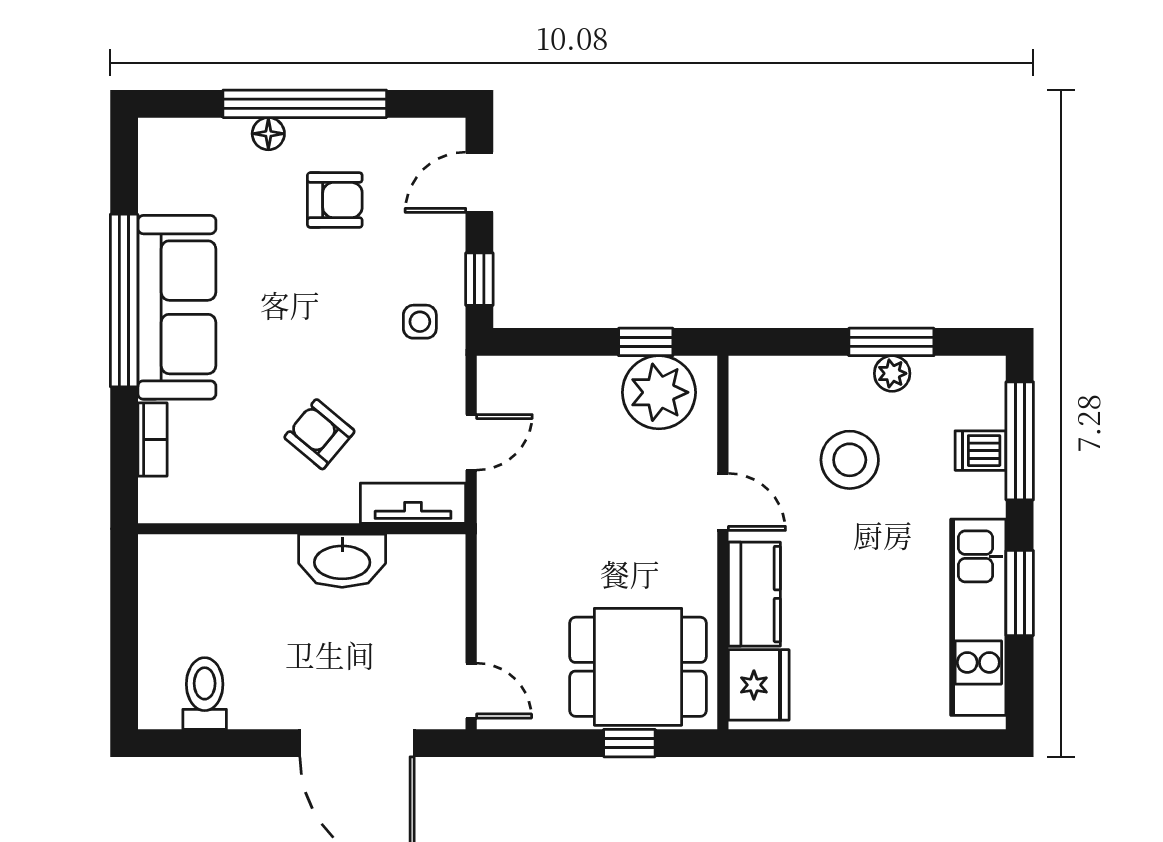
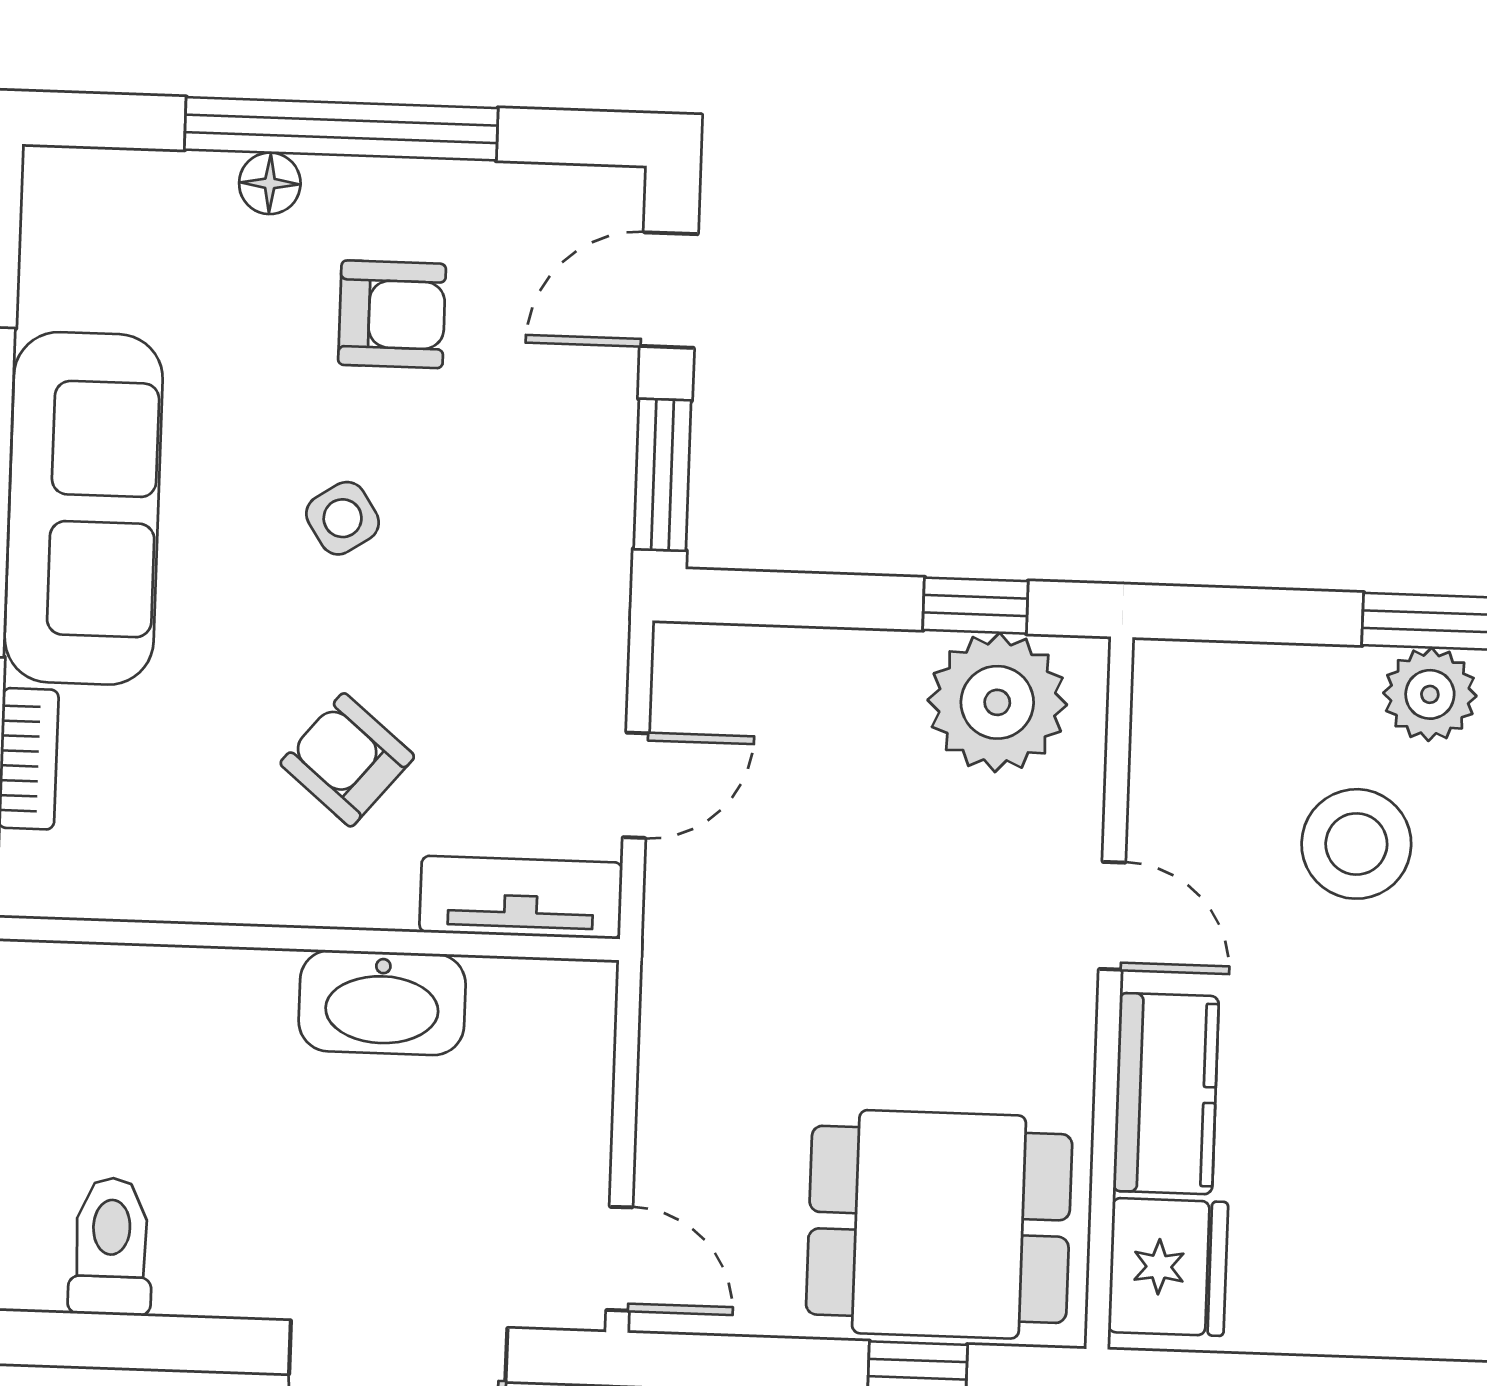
window: (479, 279) -> (662, 475), width x1.50
side table: (420, 322) -> (343, 518), moved, turned -33
plant: (892, 373) -> (1430, 694), width x1.38, depth x1.38

